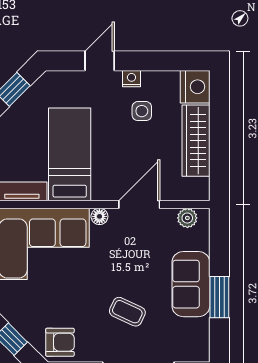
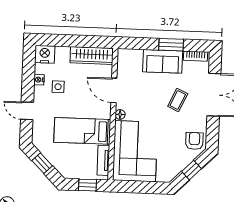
nightstand: (131, 79) -> (39, 80), moved
wardrobe: (196, 141) -> (92, 56), moved
plant: (187, 218) -> (123, 62), removed
bookcase: (202, 339) -> (195, 56), added

